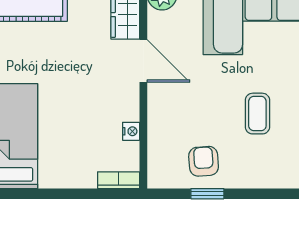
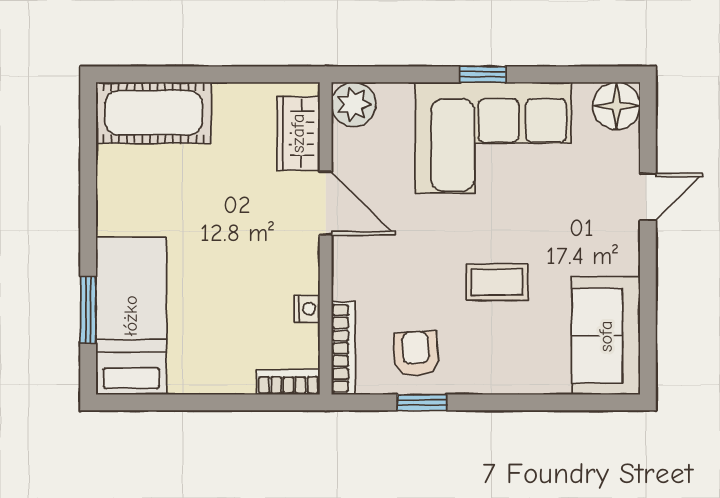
coffee table: (257, 114) -> (497, 282), turned 90
bookcase: (155, 158) -> (343, 348), added

